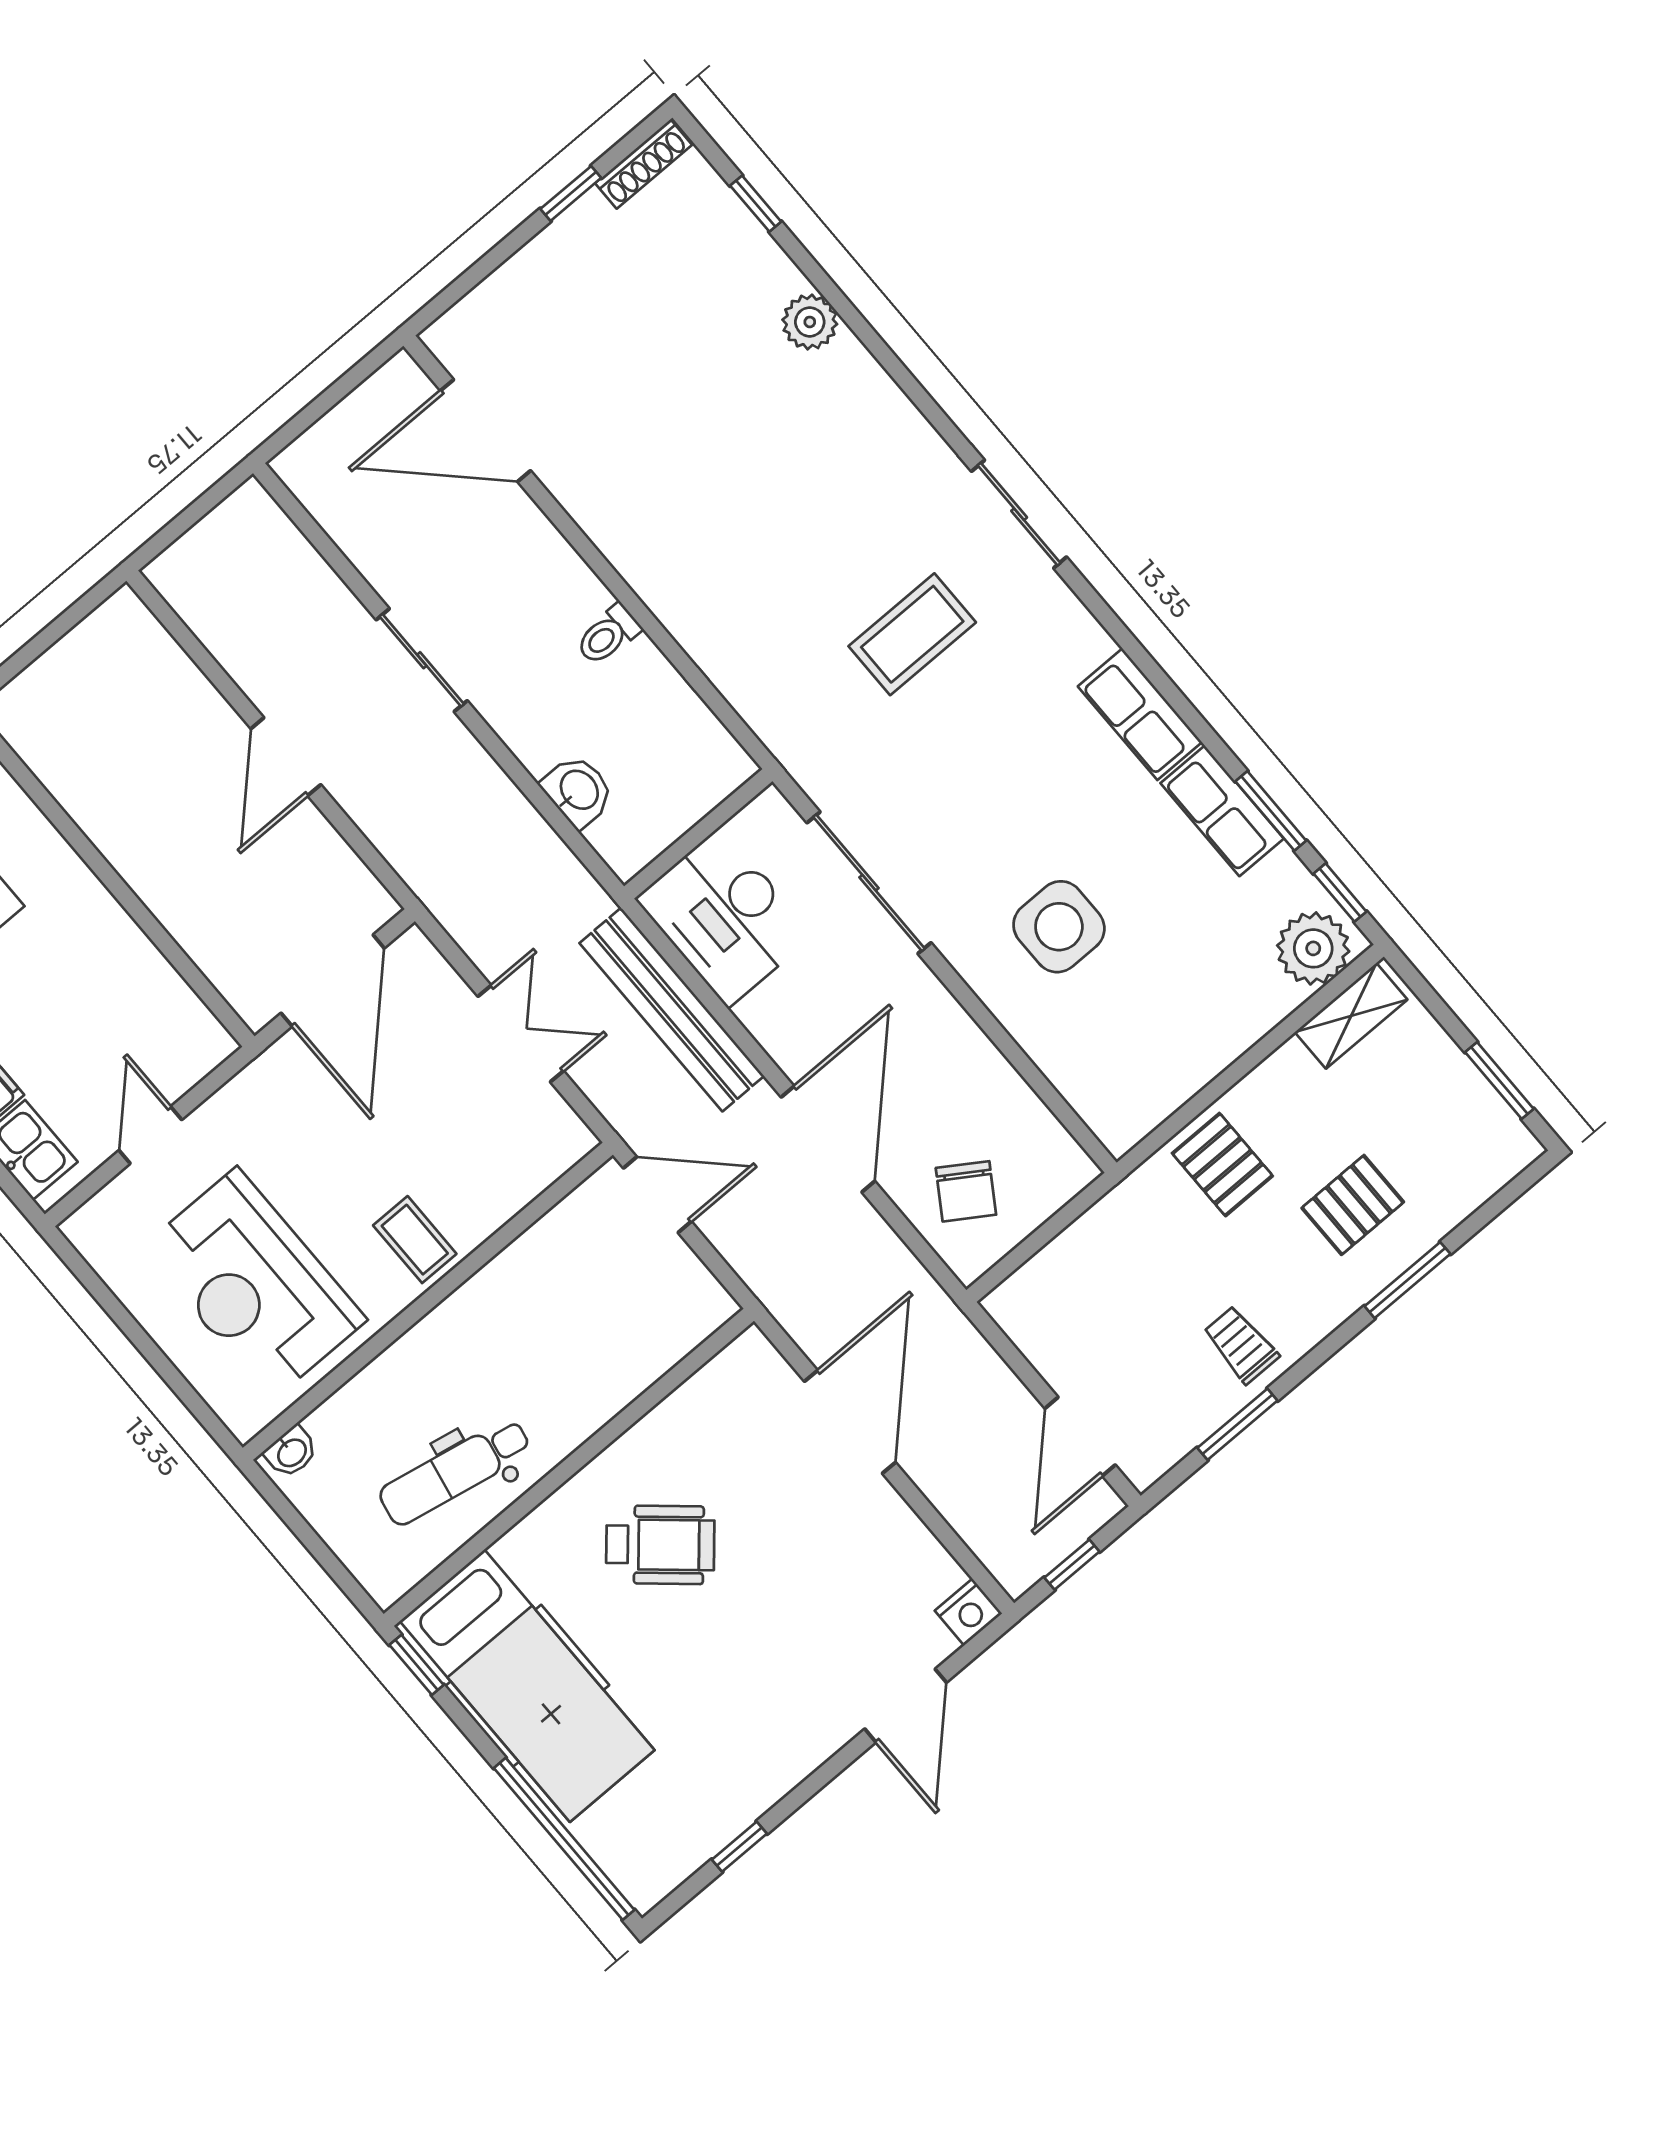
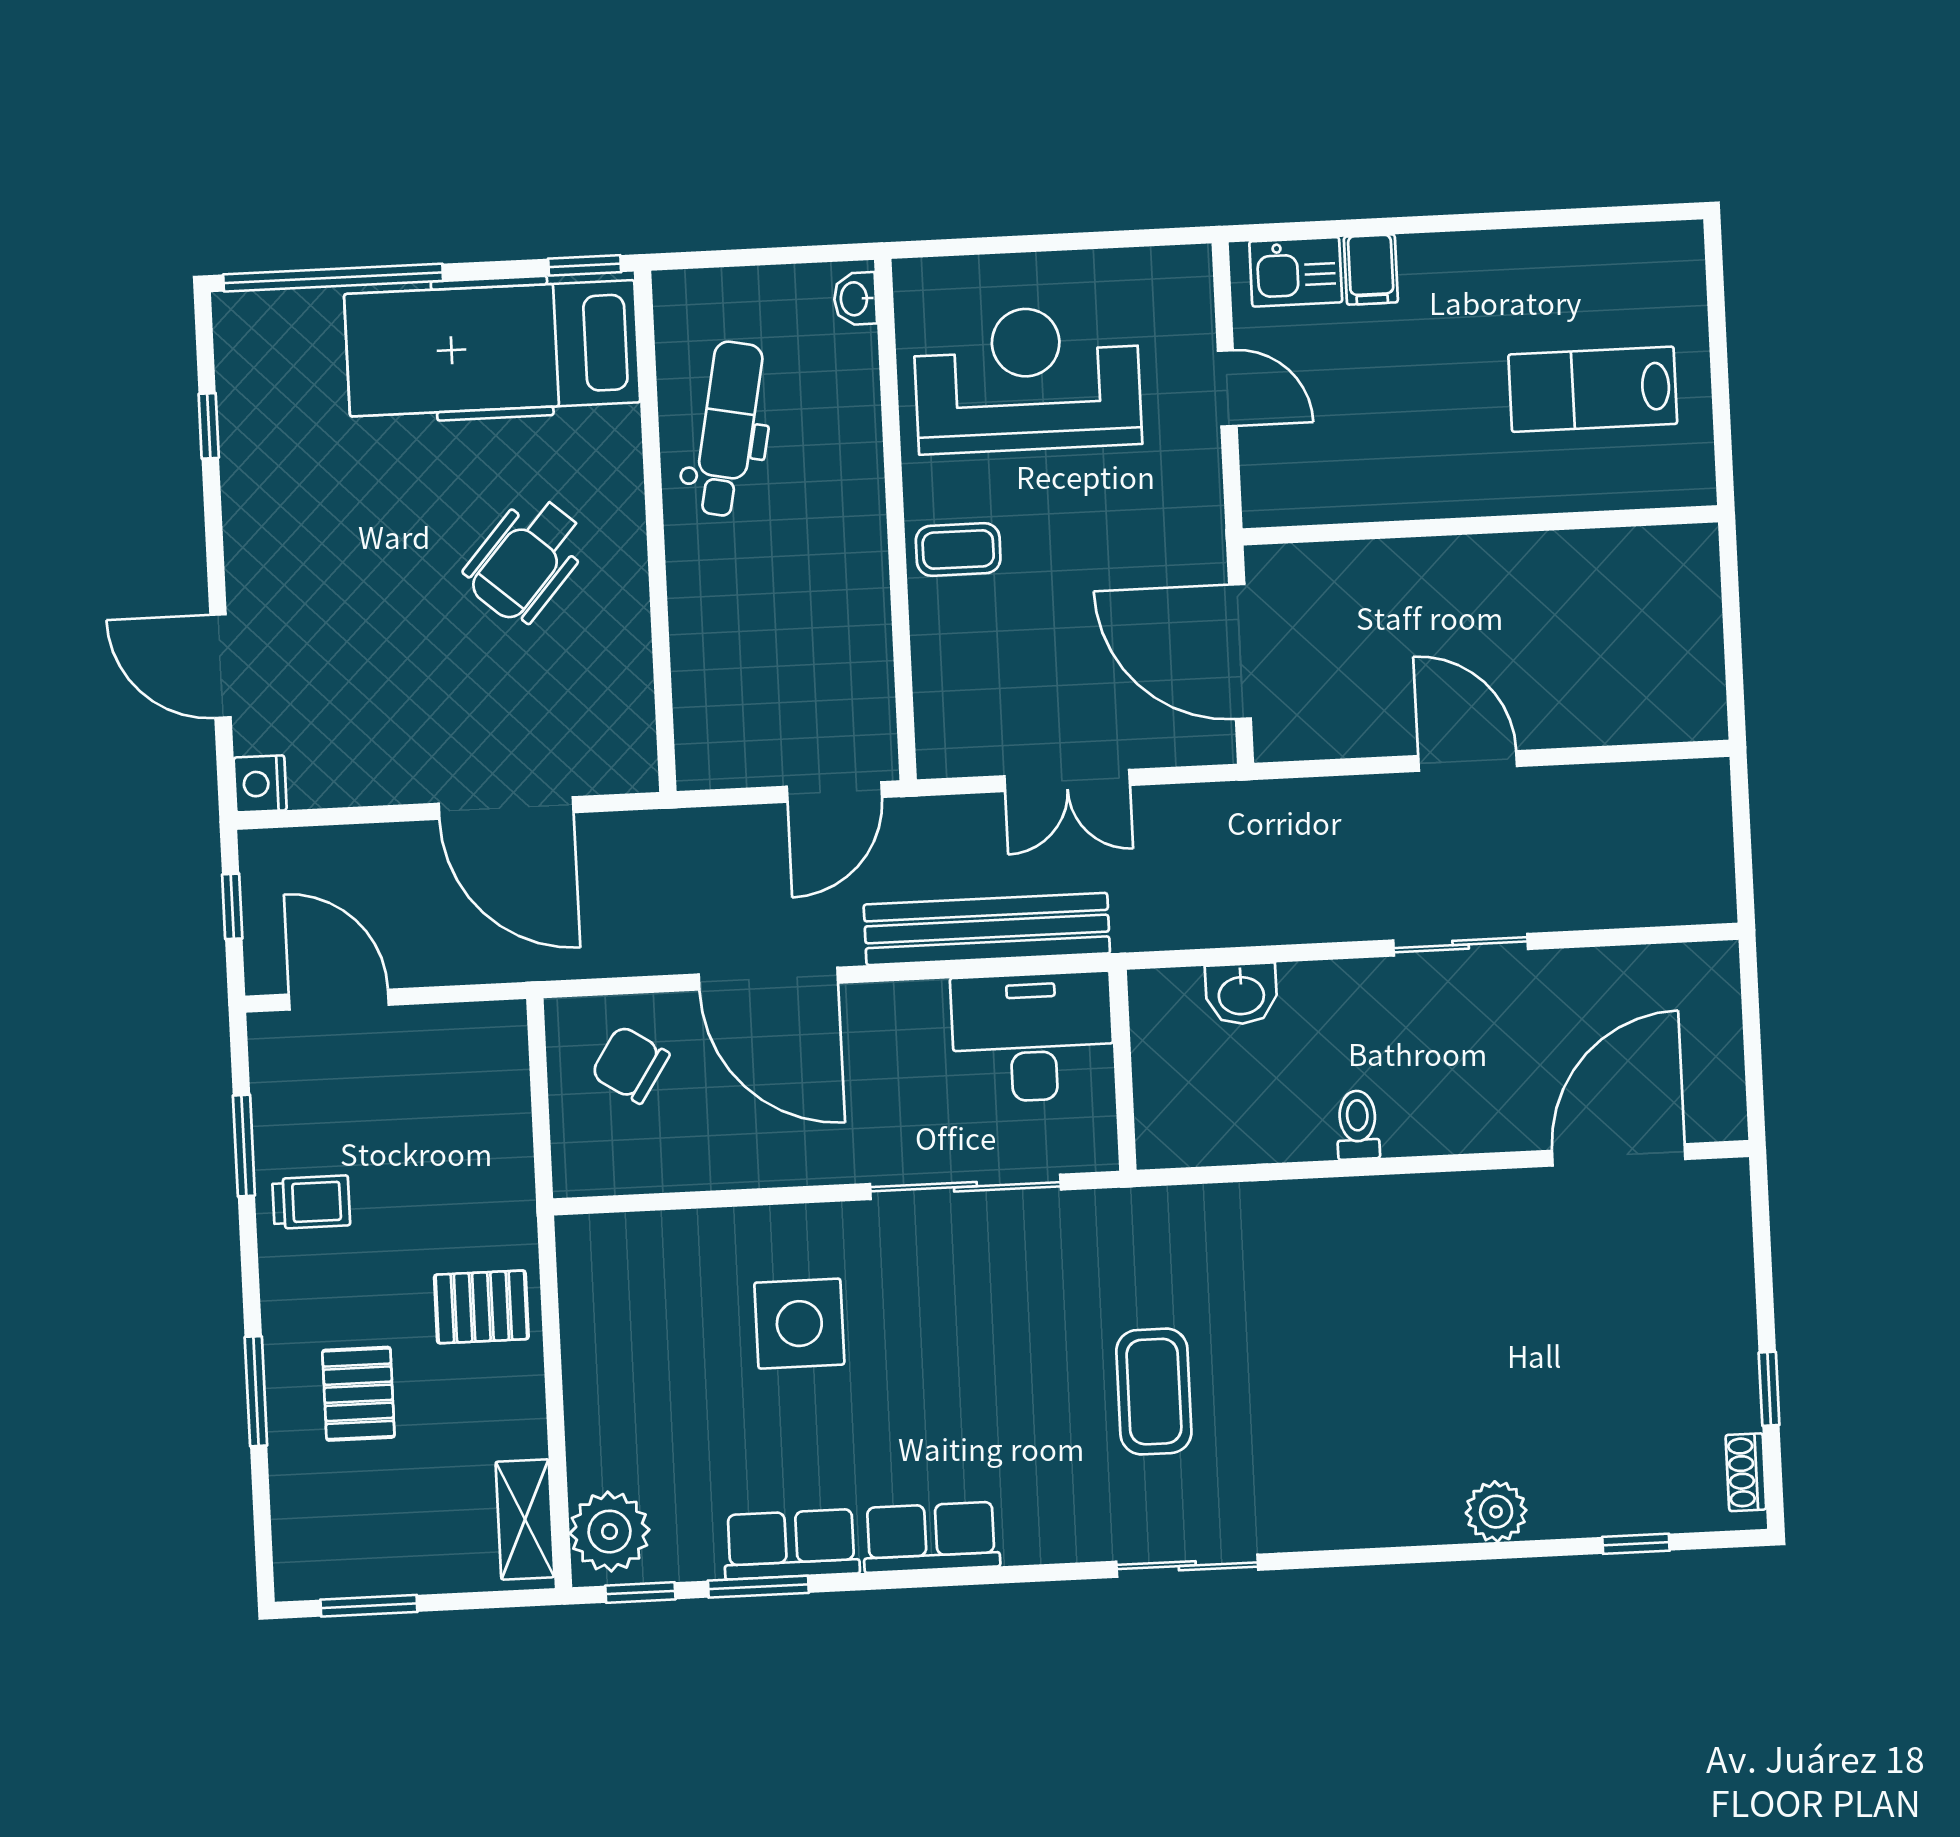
shoe rack: (644, 164) -> (1746, 1472), width x0.70

